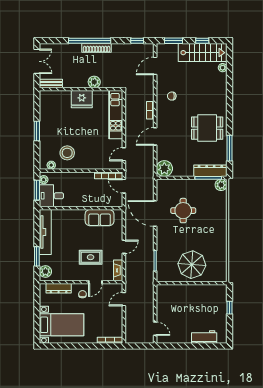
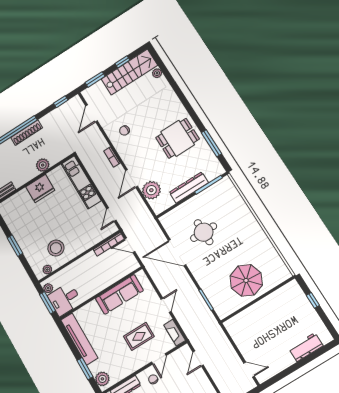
plant: (164, 169) -> (151, 190), moved
dresser: (210, 171) -> (189, 188), moved
plant: (221, 185) -> (226, 183), removed
sofa: (100, 218) -> (119, 294), width x1.36

